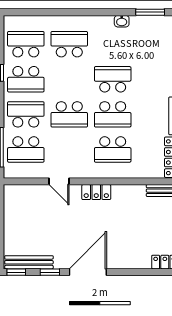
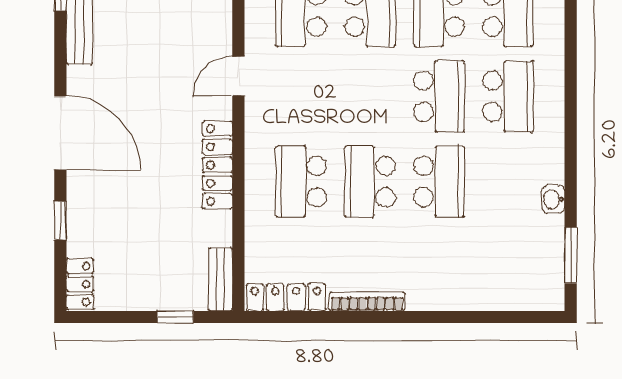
school desk: (69, 114) -> (439, 96), moved, turned 180
locker: (96, 192) -> (217, 165), width x1.53
window: (50, 272) -> (60, 221), moved

